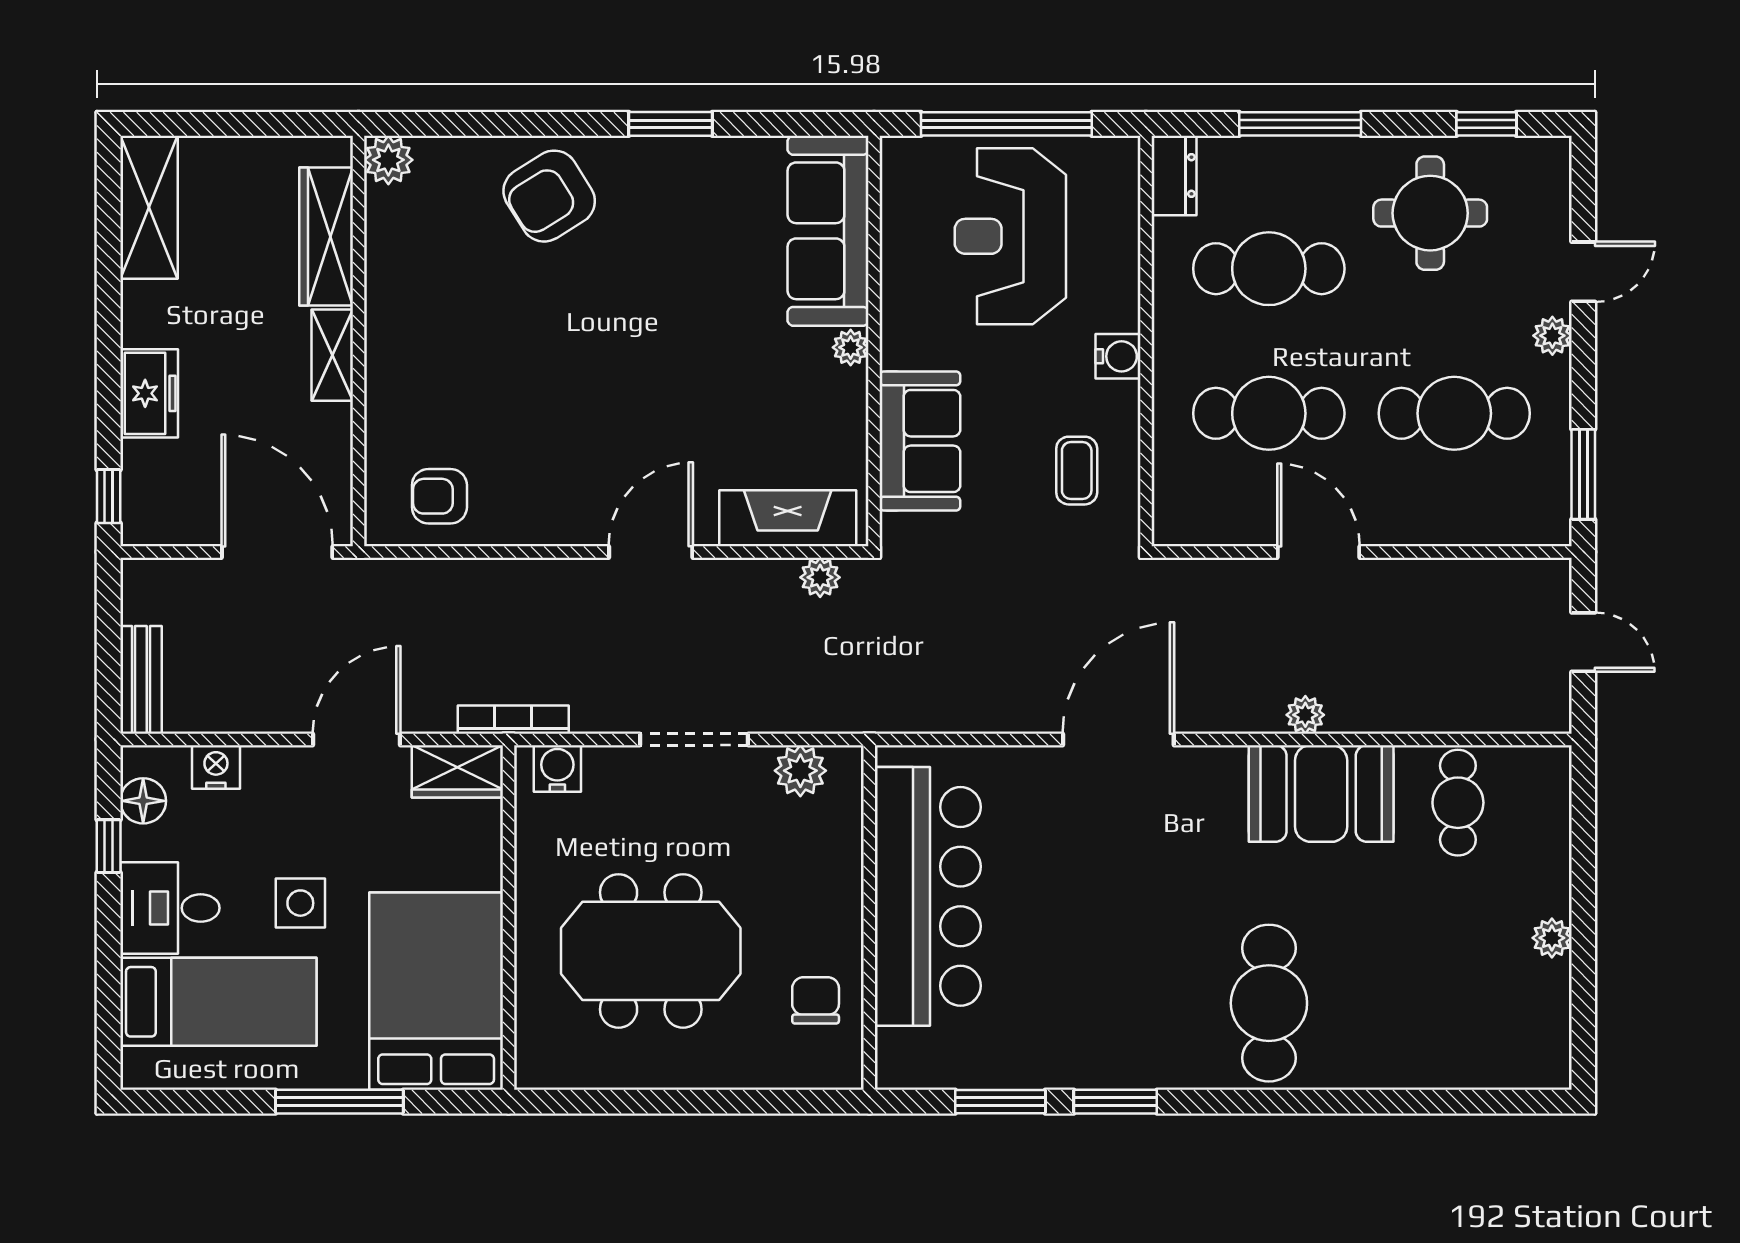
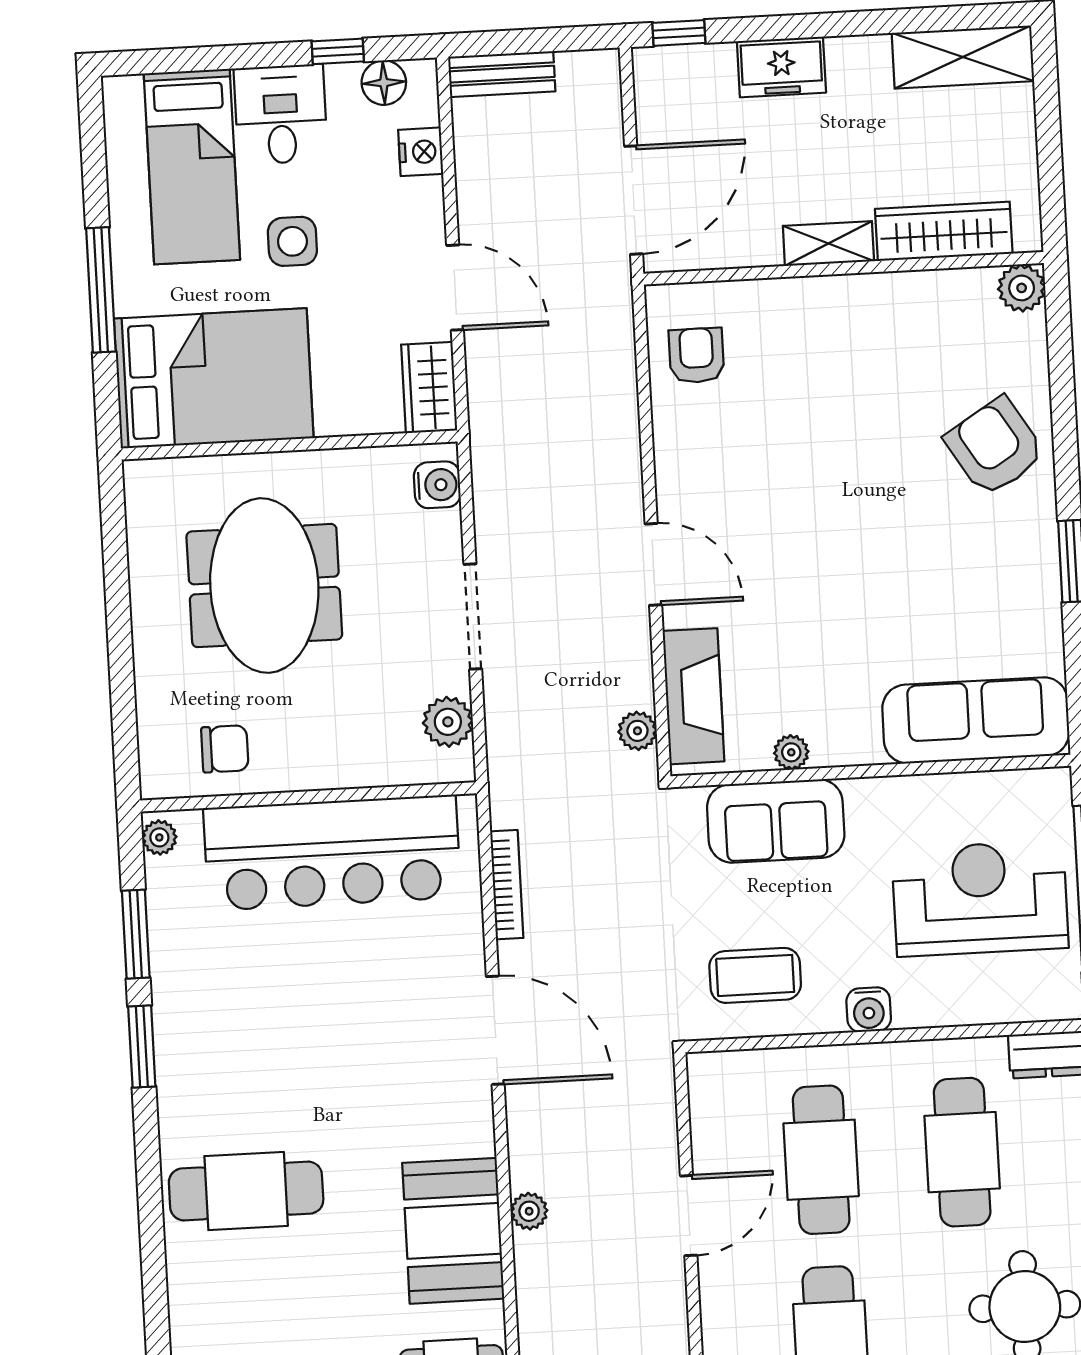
plant: (851, 347) -> (791, 752), moved
coffee table: (1077, 471) -> (755, 975), width x1.36, depth x1.30
bookcase: (513, 720) -> (507, 885), moved
plant: (903, 1072) -> (159, 837), added

